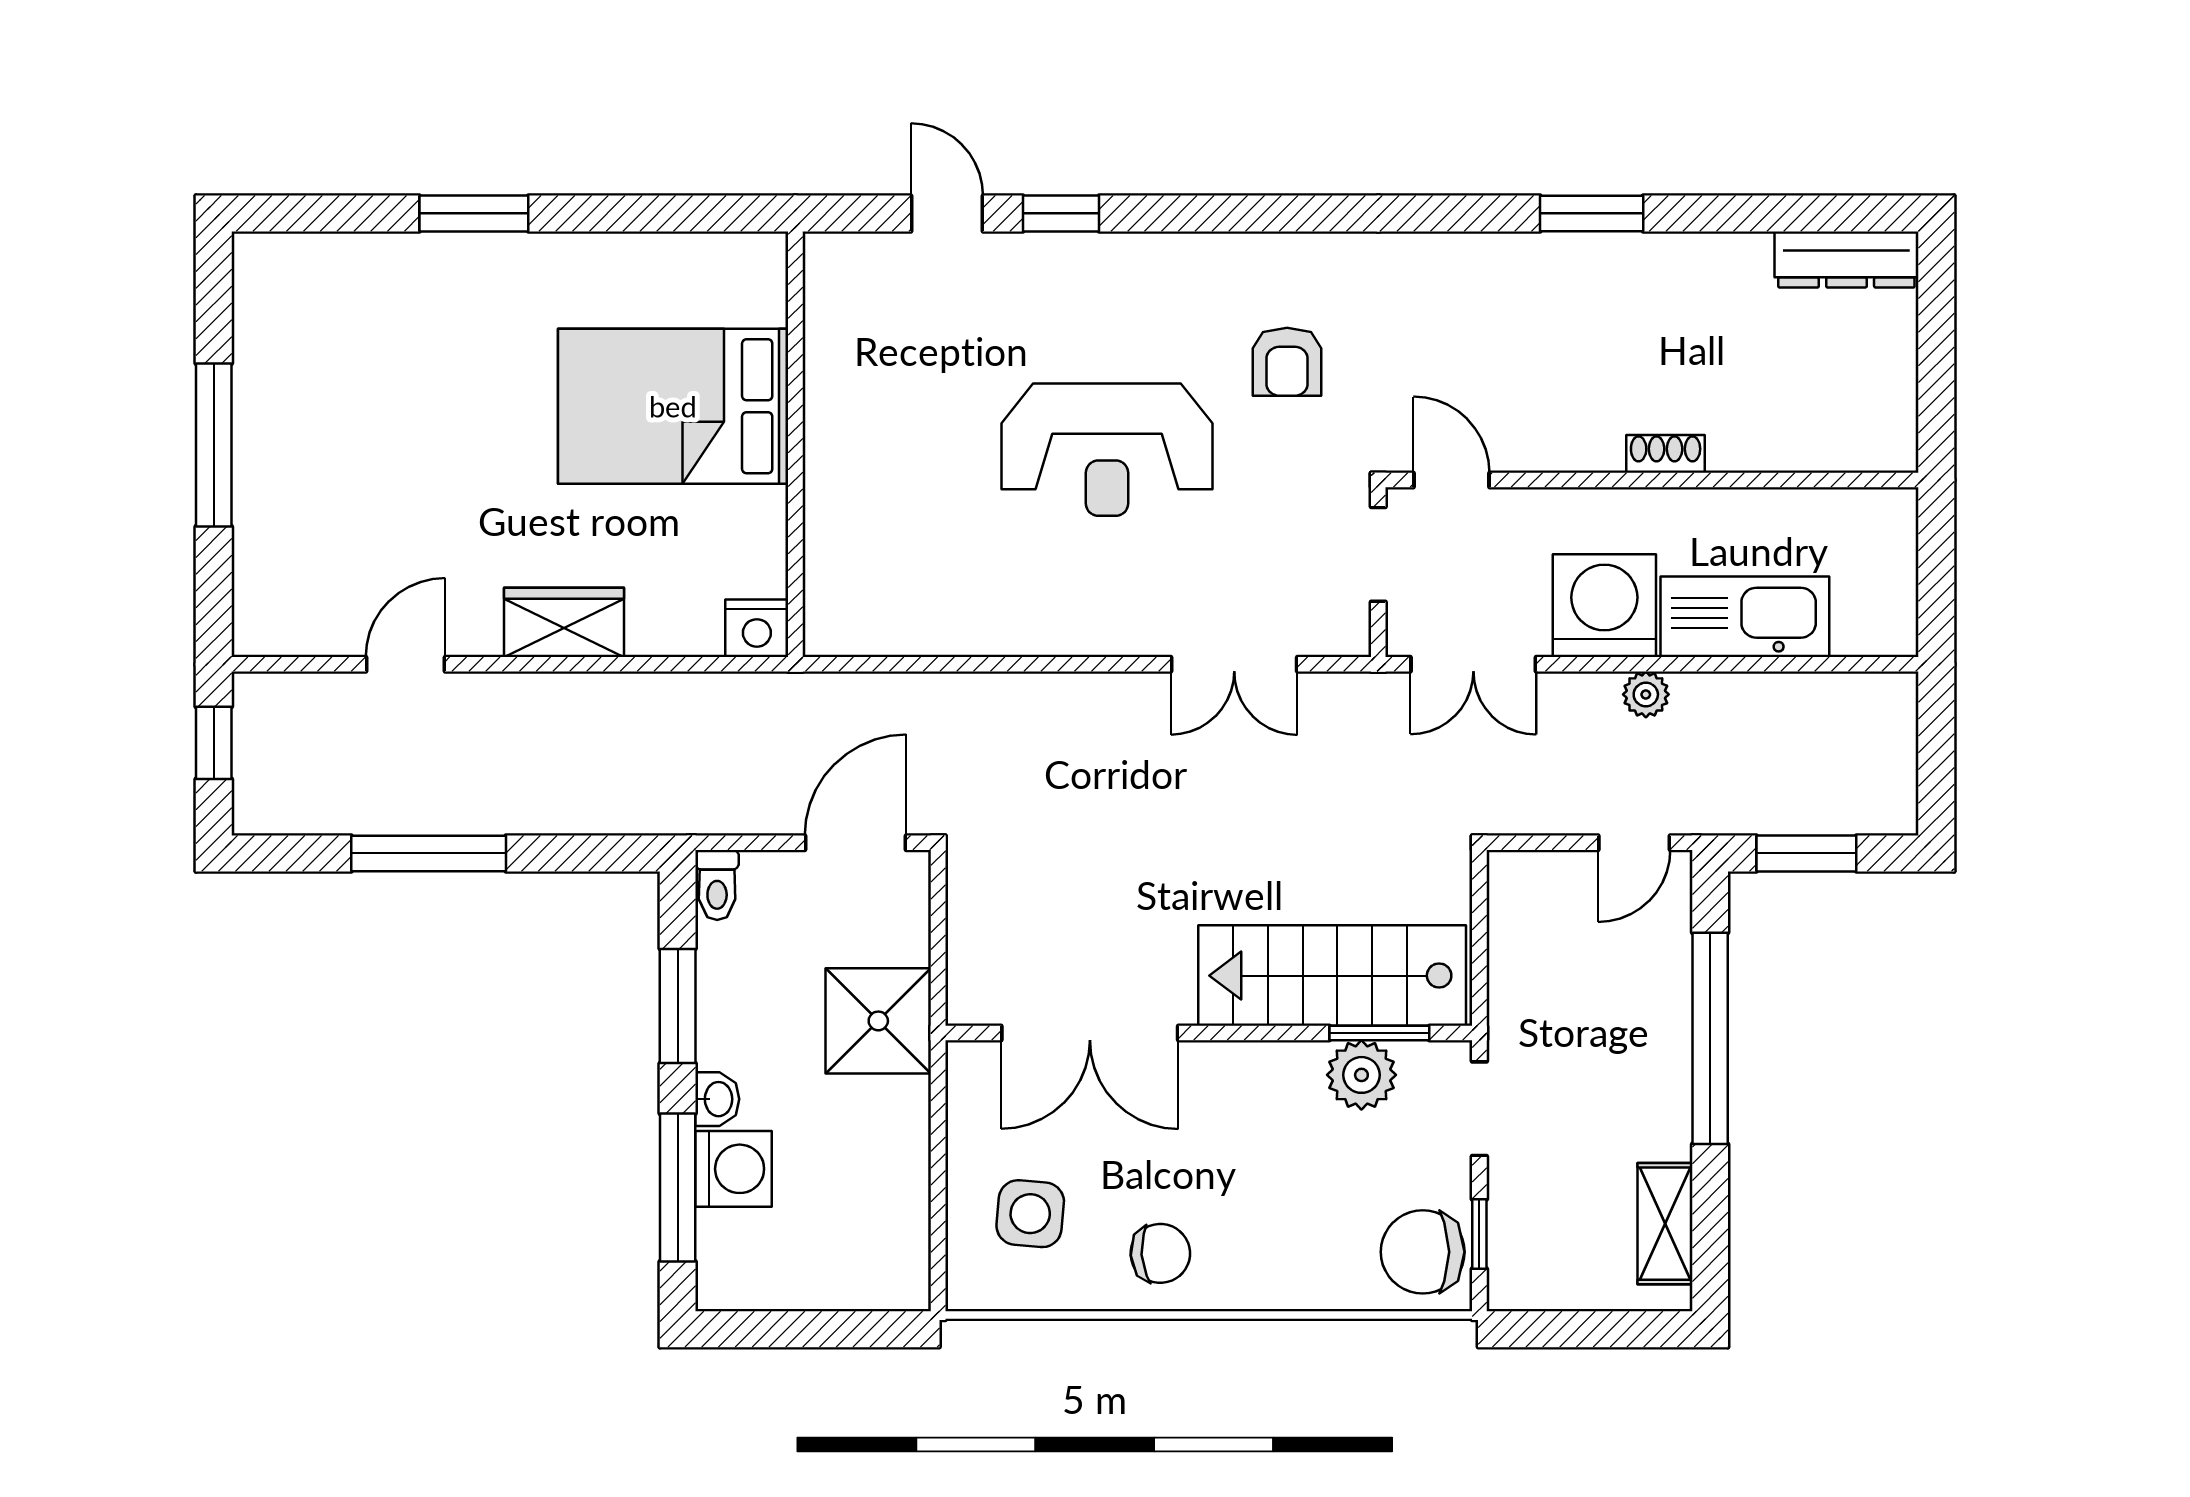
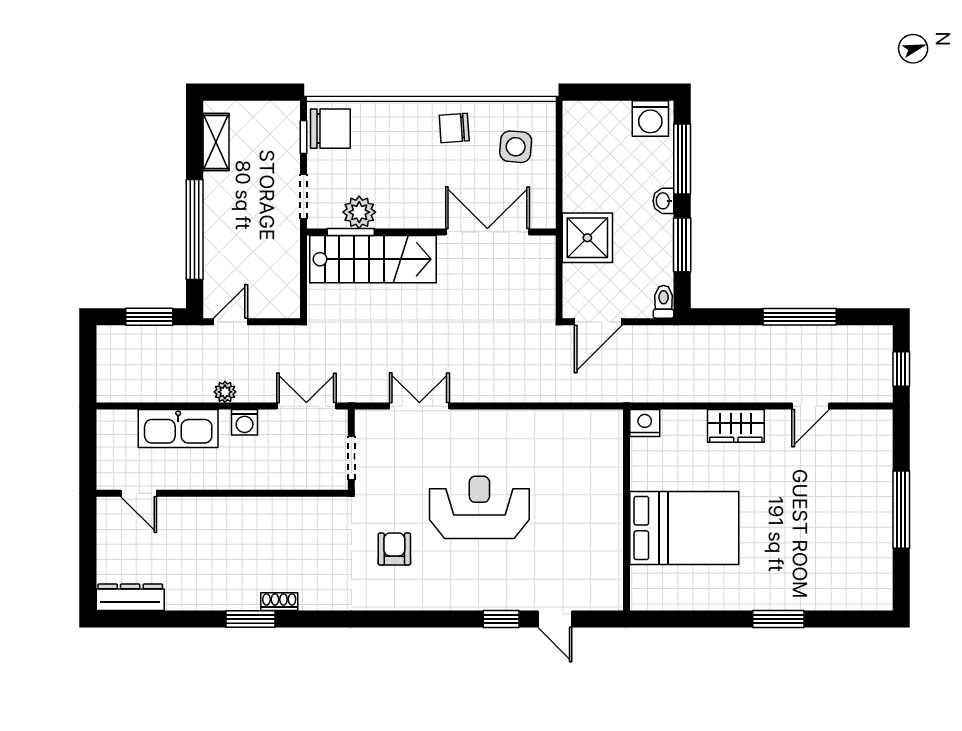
shoe rack: (1666, 454) -> (279, 602), moved, turned 180
door: (1451, 480) -> (139, 493), moved
washing machine: (1604, 606) -> (245, 422), width x0.53, depth x0.53
washing machine: (734, 1169) -> (650, 119), moved, turned -90

